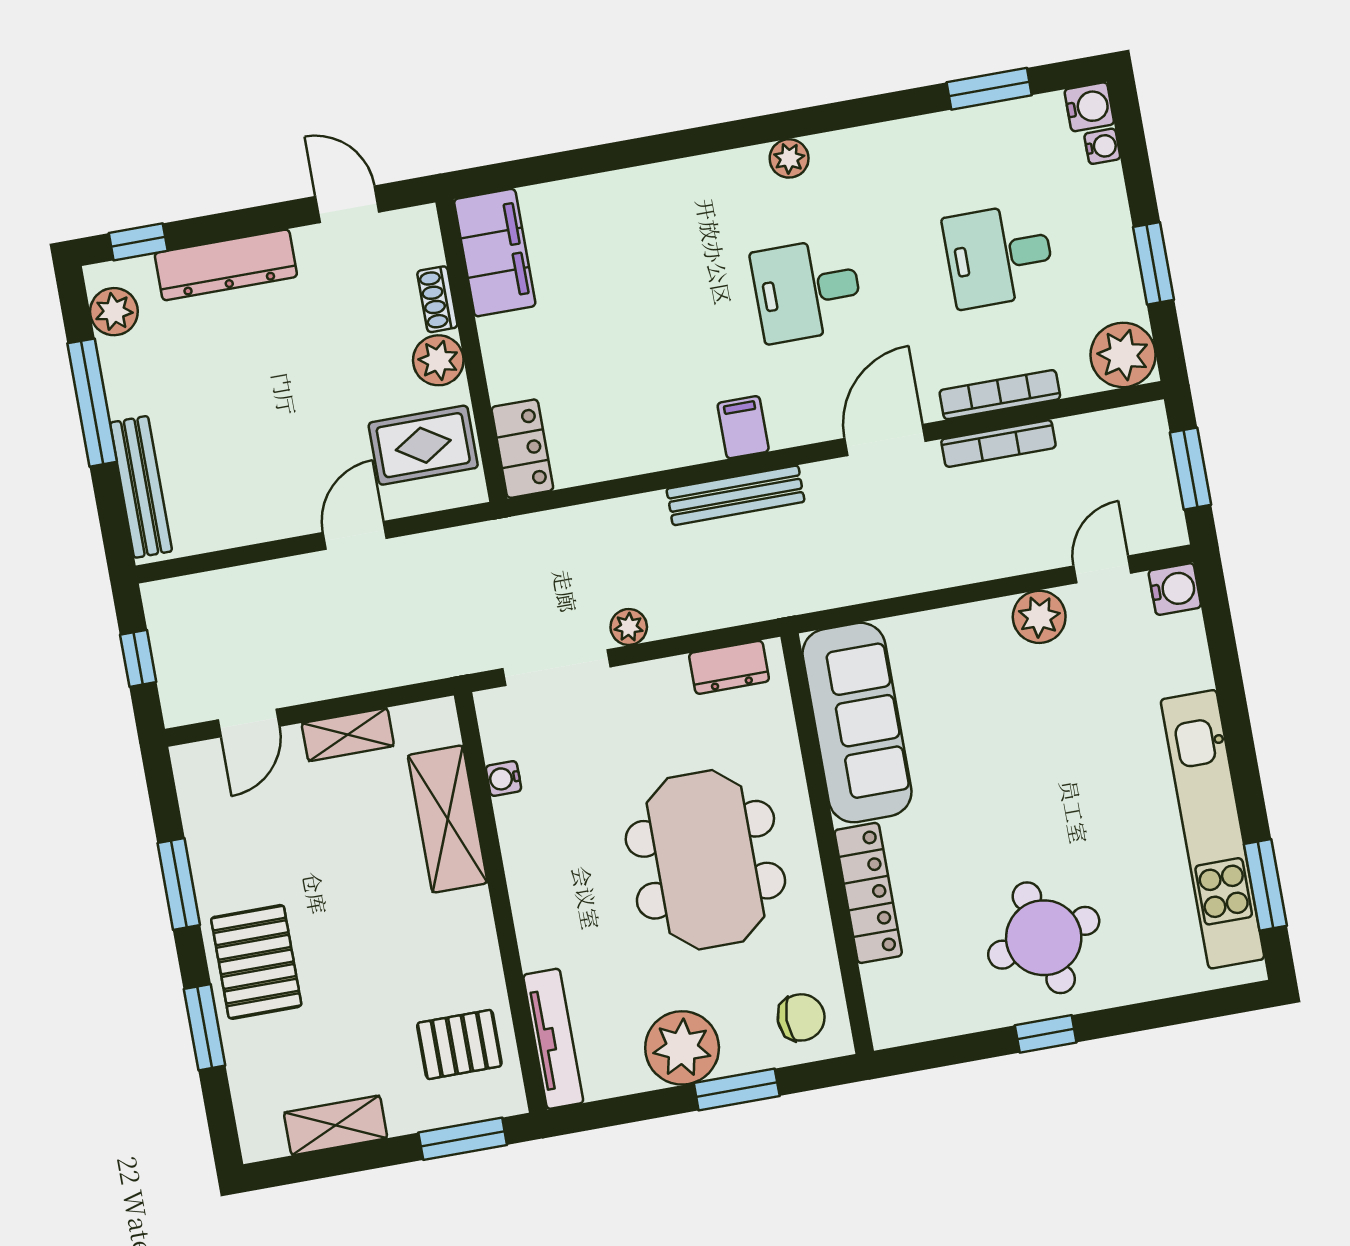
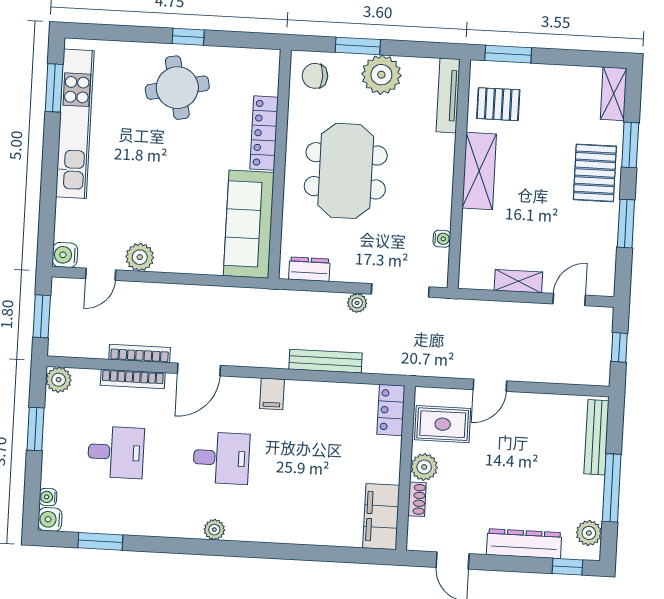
plant: (1123, 355) -> (59, 380), width x0.73, depth x0.73
bench: (735, 495) -> (326, 361), moved
shelving: (448, 819) -> (479, 171), moved
shelving: (336, 1125) -> (614, 94), moved, turned 90

